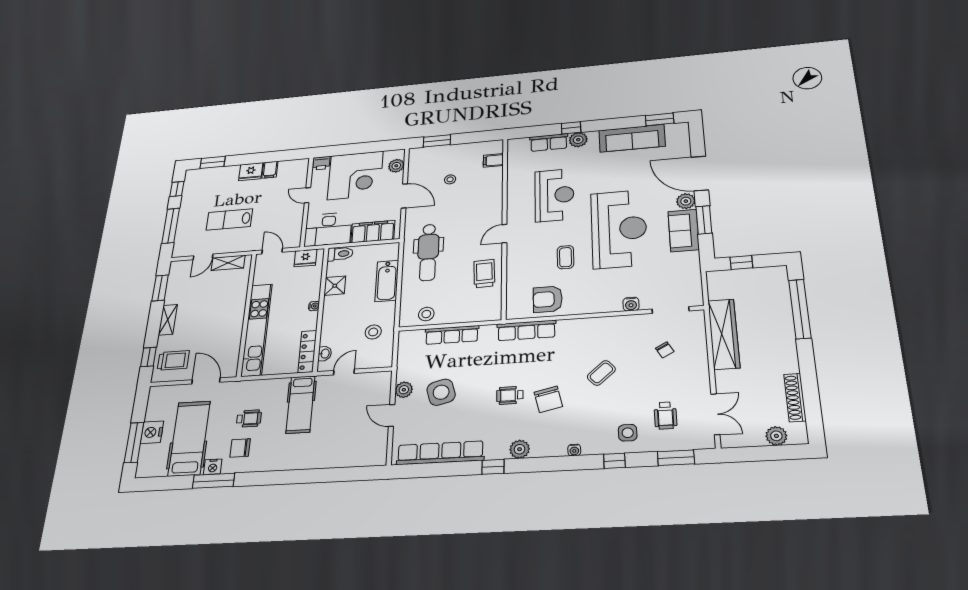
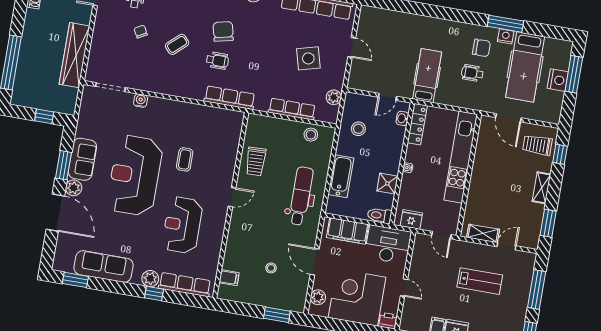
row of seats: (549, 142) -> (185, 285), width x1.48
armchair: (548, 299) -> (207, 123), removed
chair: (665, 350) -> (141, 32), moved
plant: (404, 390) -> (334, 97), moved
wheelchair: (510, 395) -> (217, 61), moved

